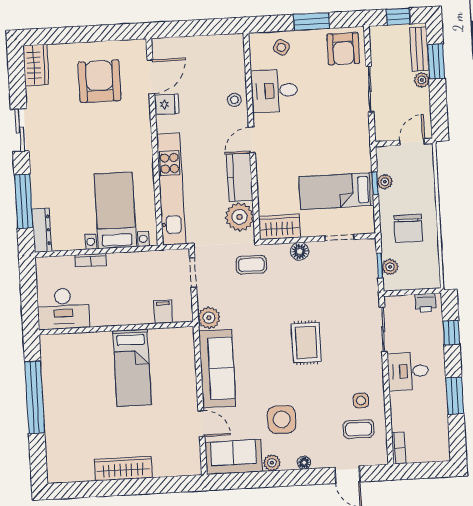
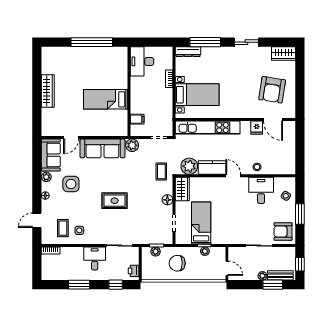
armchair: (99, 81) -> (272, 90), turned 99

